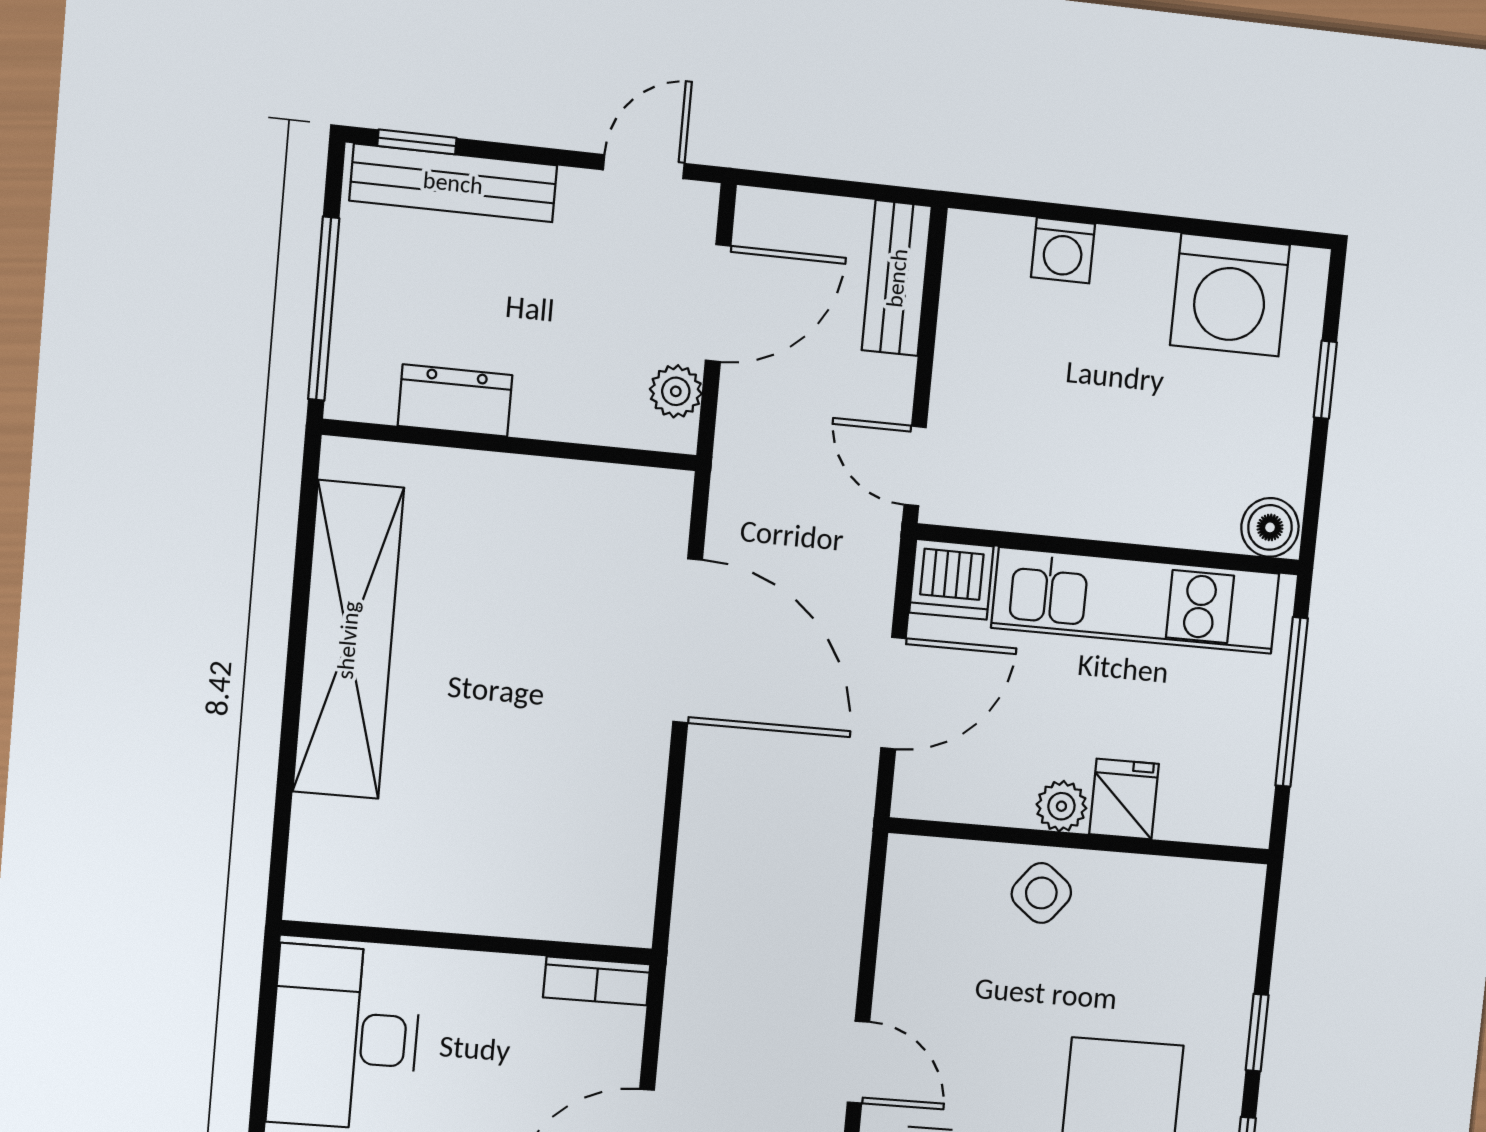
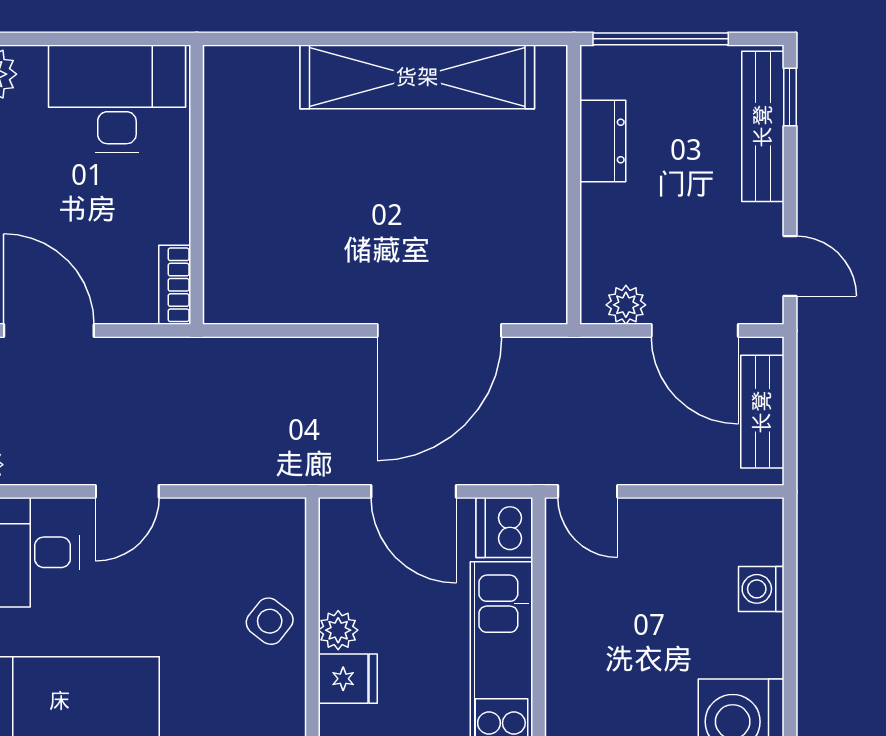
bench: (897, 278) -> (762, 412), moved, turned 90
door: (915, 466) -> (588, 491), swing flipped

